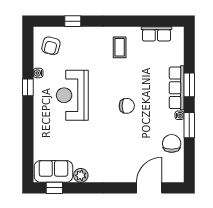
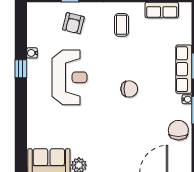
armchair: (51, 46) -> (73, 23), moved
reception desk: (72, 95) -> (69, 77), turned 180

